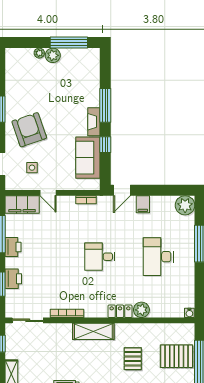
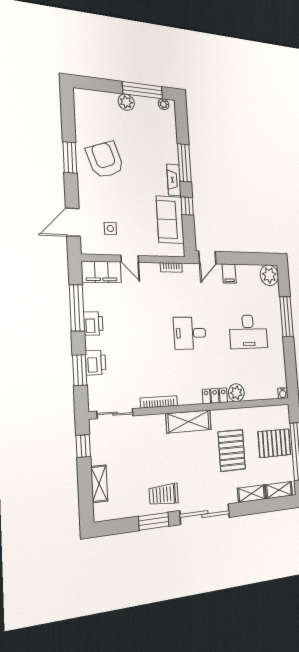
plant: (39, 53) -> (164, 104), moved
armchair: (29, 130) -> (105, 160), moved
desk: (158, 257) -> (248, 332), turned -90
pallet: (133, 359) -> (232, 450), width x1.50, depth x1.42

